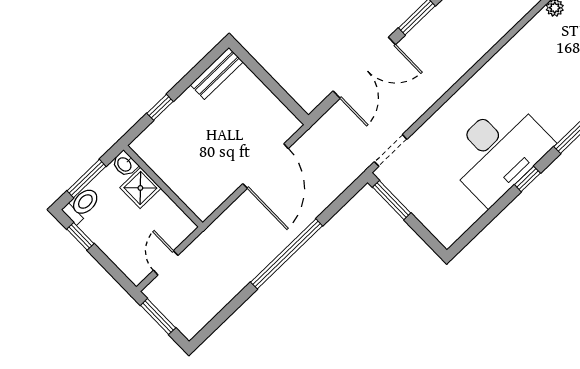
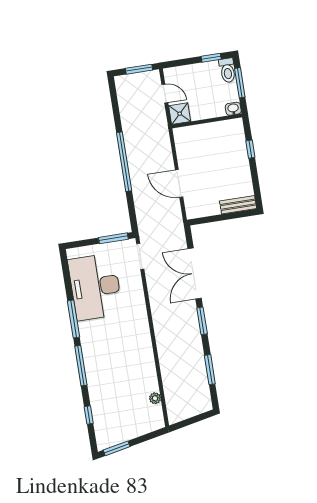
bench: (217, 73) -> (238, 205), moved, turned 90
desk: (498, 151) -> (95, 287), moved
door: (266, 166) -> (179, 183), width x0.73
window: (527, 179) -> (74, 319), width x2.17
shower: (140, 188) -> (180, 114), moved

